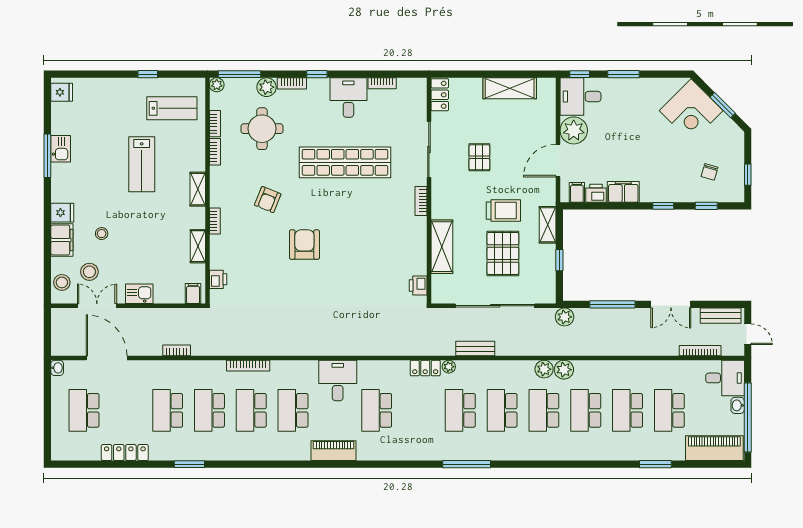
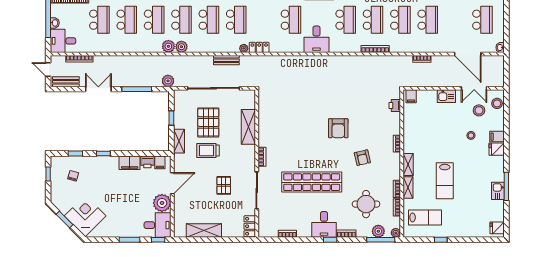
plant: (267, 87) -> (378, 231), moved
desk: (348, 97) -> (324, 224), moved
lab bench: (172, 108) -> (425, 217), turned 180
lab bench: (142, 164) -> (445, 181), turned 180
armchair: (268, 200) -> (362, 158), turned 145
filing cabinet: (62, 240) -> (497, 137), width x0.50
shelving: (198, 246) -> (408, 187), moved
printer: (418, 285) -> (264, 101), removed

